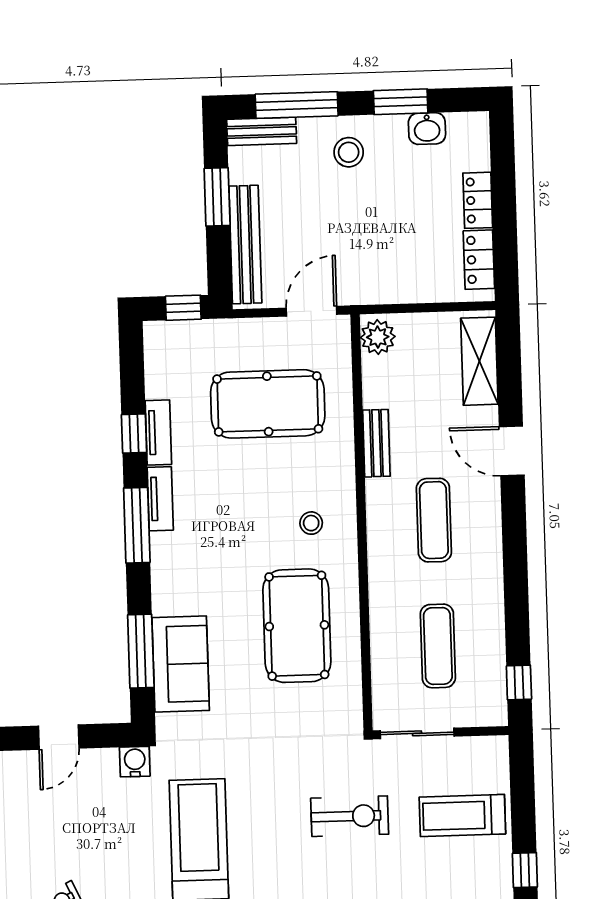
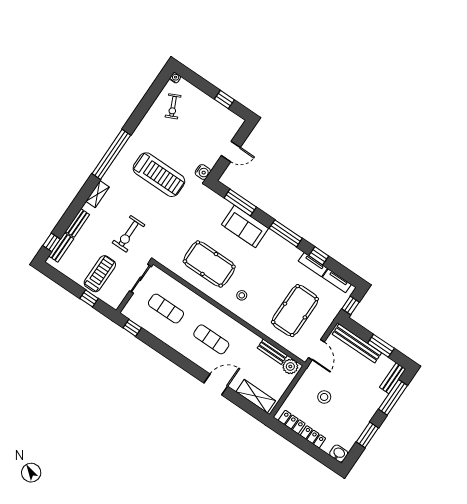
washbasin: (427, 129) -> (339, 453), moved, turned 90
stool: (349, 152) -> (324, 397), moved
bench: (376, 443) -> (272, 352), moved
tv unit: (160, 499) -> (337, 281), moved
sofa: (181, 664) -> (245, 226), moved
door: (59, 737) -> (231, 151), swing flipped
window: (525, 870) -> (89, 298), moved

